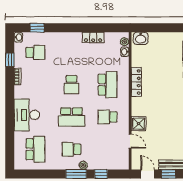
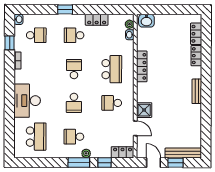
window: (37, 28) -> (65, 9), moved
school desk: (72, 52) -> (74, 35), added
school desk: (72, 85) -> (74, 69), turned 180
school desk: (72, 117) -> (74, 103), width x0.54
locker: (118, 164) -> (123, 152), added

